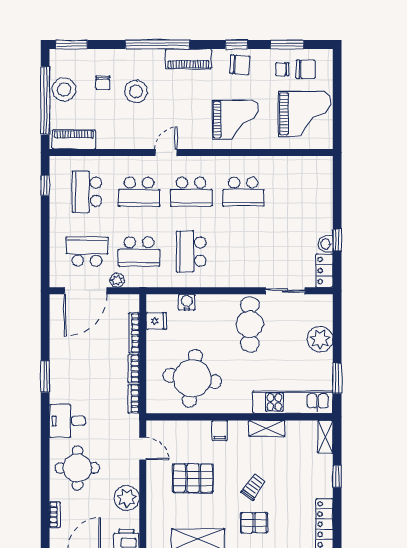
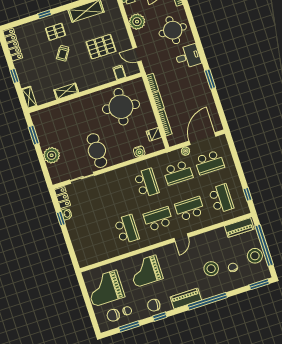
school desk: (243, 192) -> (127, 229), turned 90
school desk: (139, 252) -> (178, 173), turned 180
kitchen unit: (293, 402) -> (56, 112), removed
filing cabinet: (220, 430) -> (119, 72), moved

